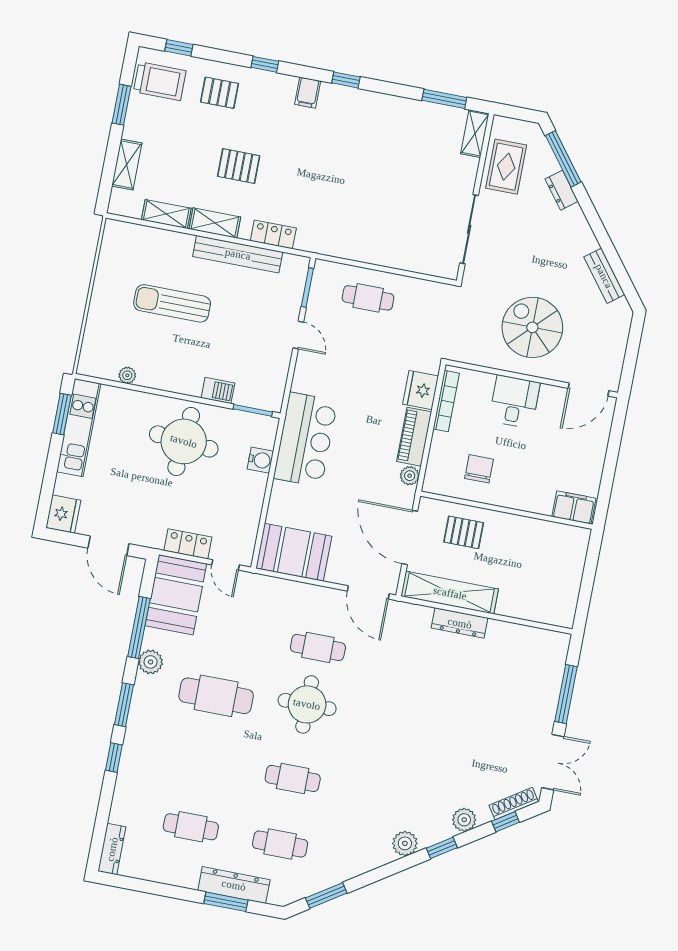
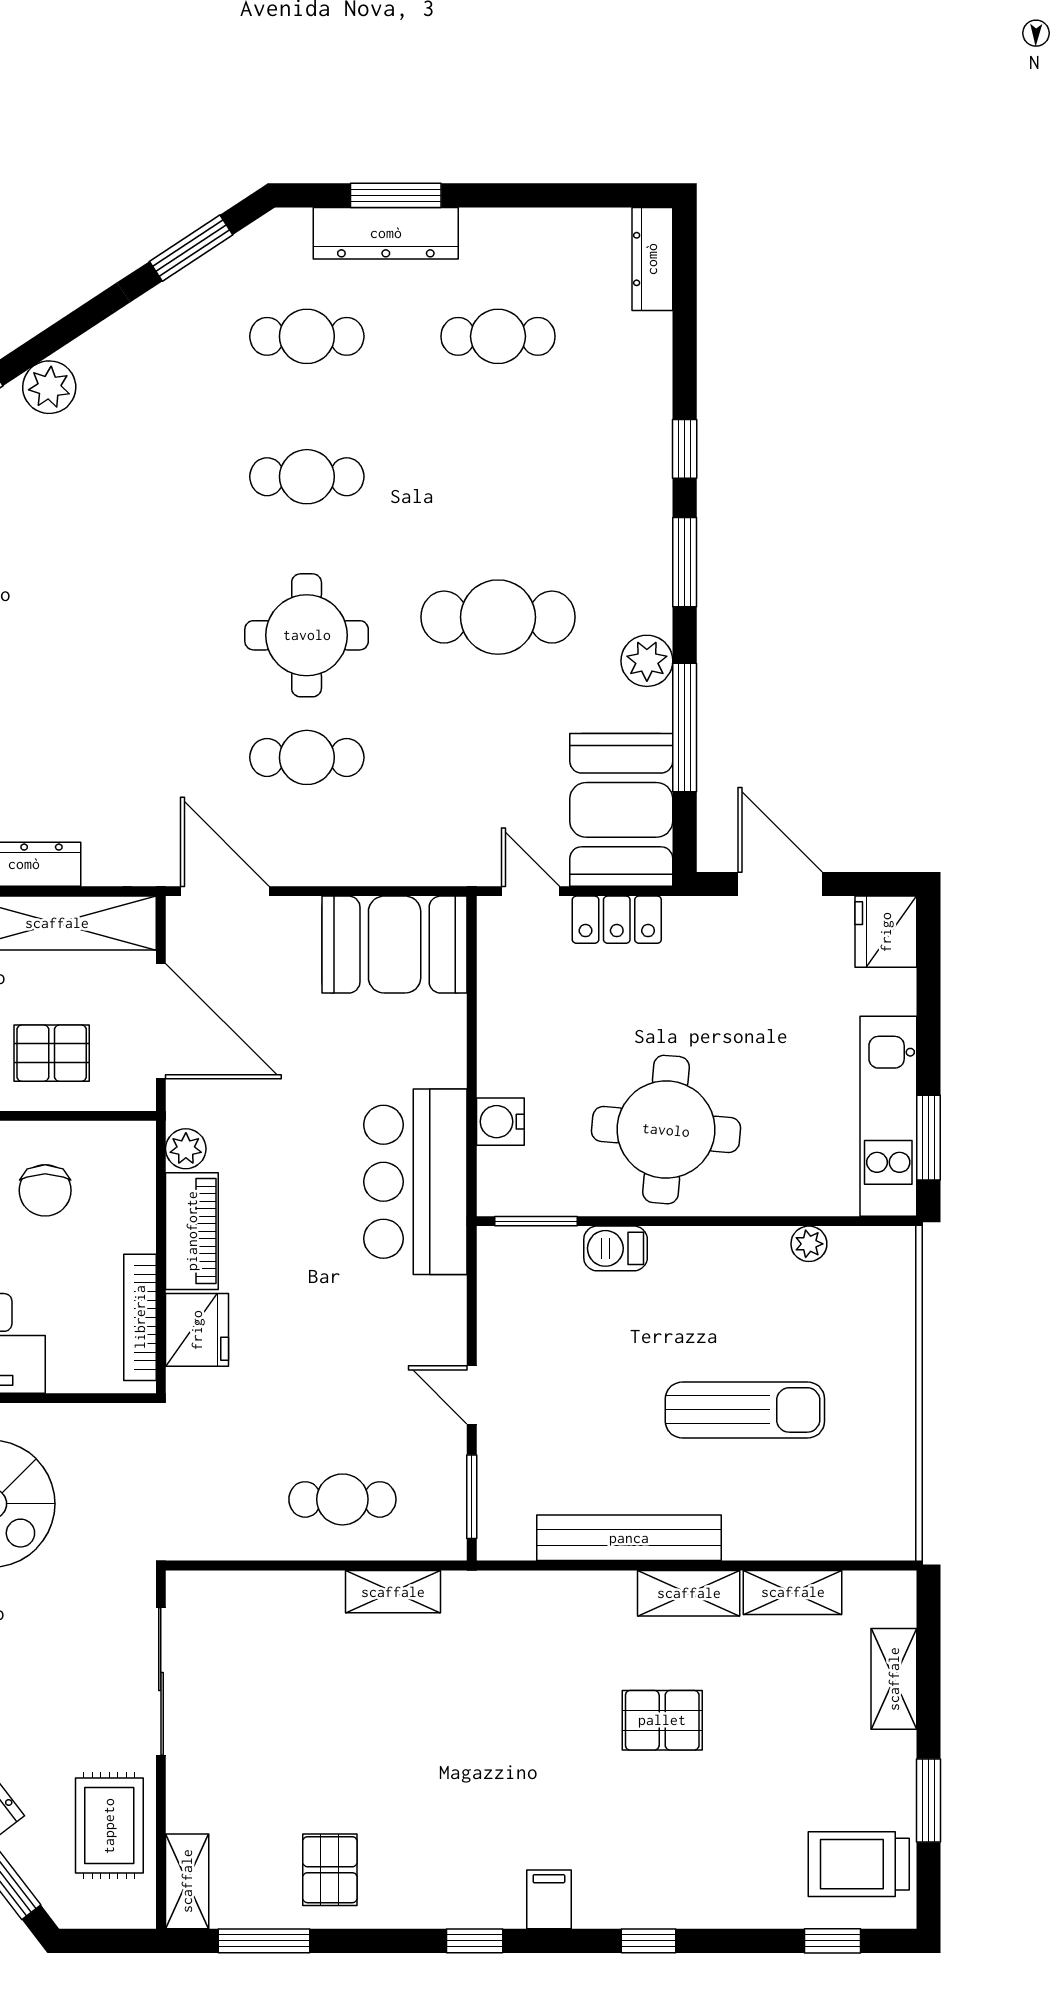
pallet: (220, 93) -> (330, 1870), moved, turned 90
locker: (273, 234) -> (563, 1593), removed
shelving: (353, 250) -> (393, 1592), added

